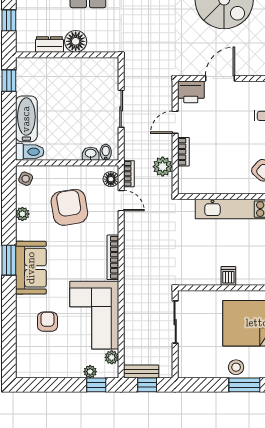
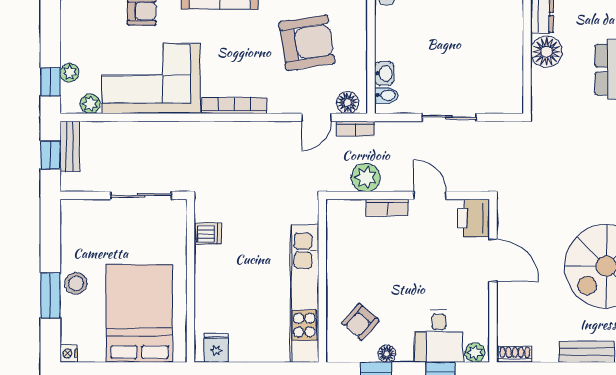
dishwasher: (228, 276) -> (208, 234), moved

